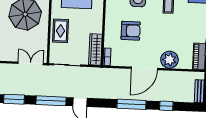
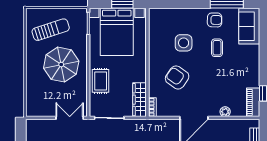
armchair: (131, 31) -> (177, 78), turned -145
plant: (169, 60) -> (225, 112), width x0.53, depth x0.53

